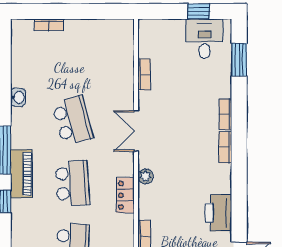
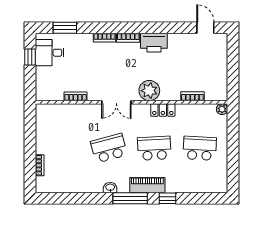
washbasin: (18, 97) -> (110, 188), moved
plant: (146, 176) -> (149, 91), width x1.88, depth x1.88
printer: (218, 213) -> (154, 43), moved

